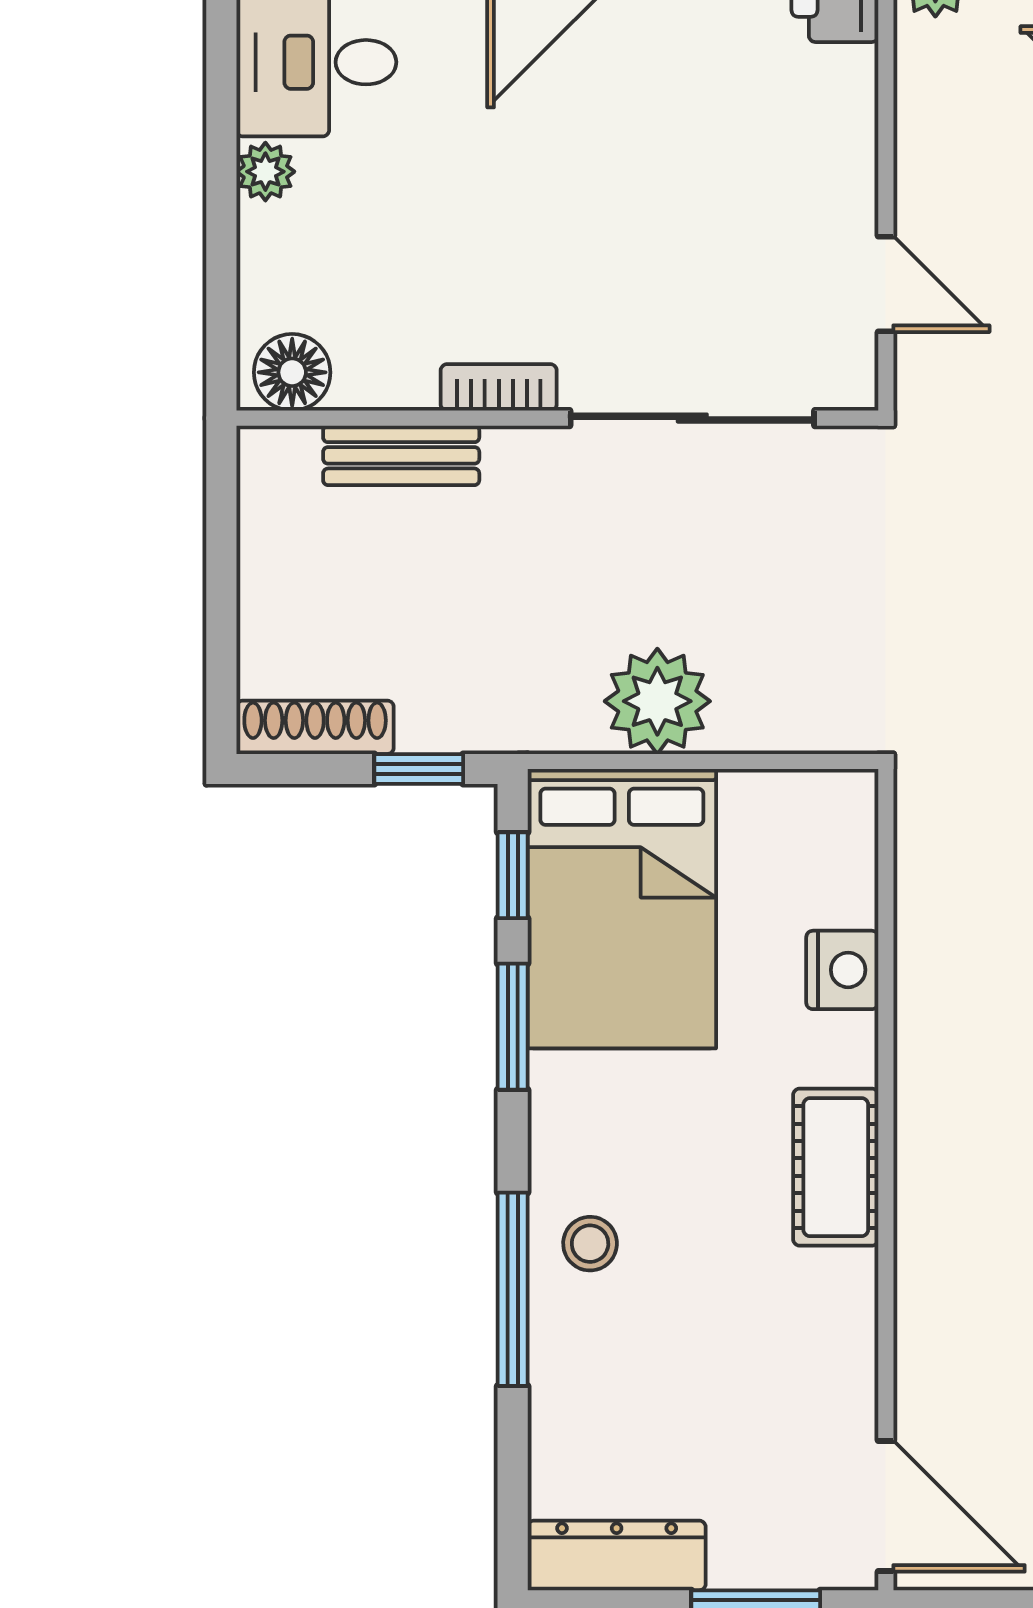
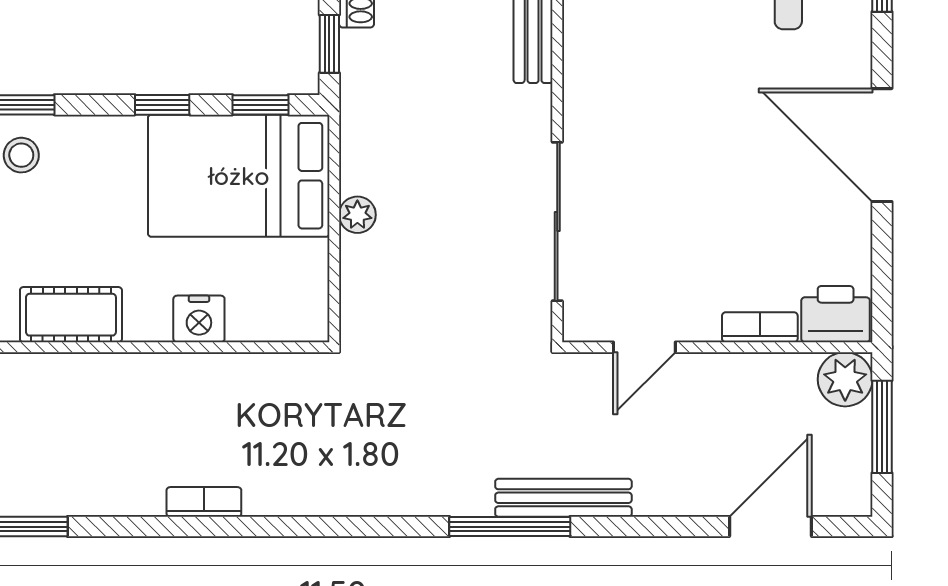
bookcase: (499, 387) -> (760, 327), moved, turned -90
plant: (657, 701) -> (357, 215), width x0.53, depth x0.53
window: (513, 1027) -> (162, 105), width x0.67

